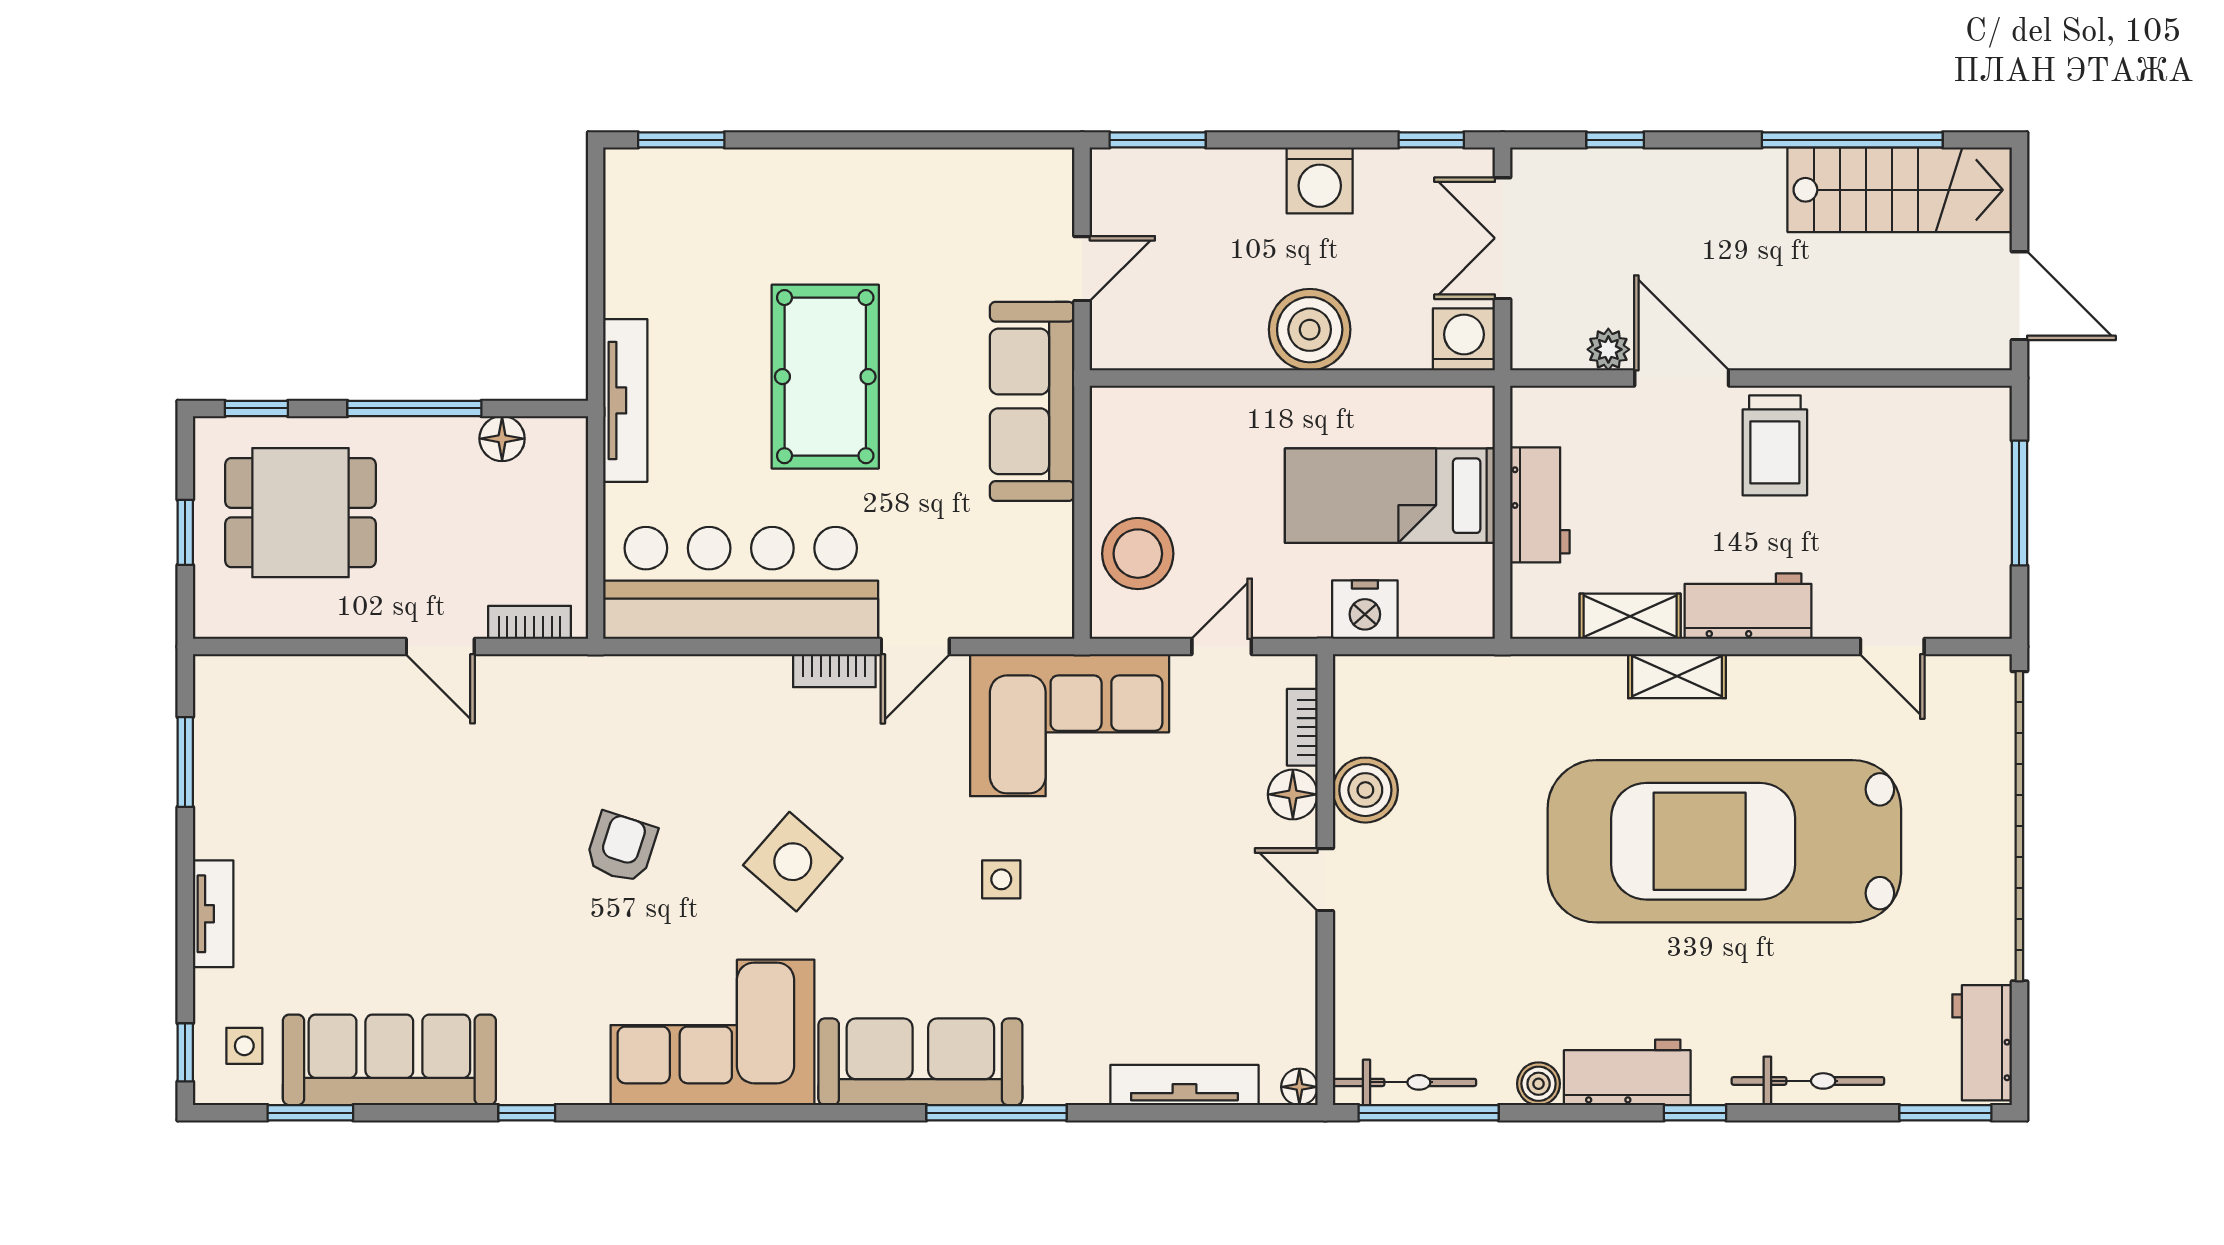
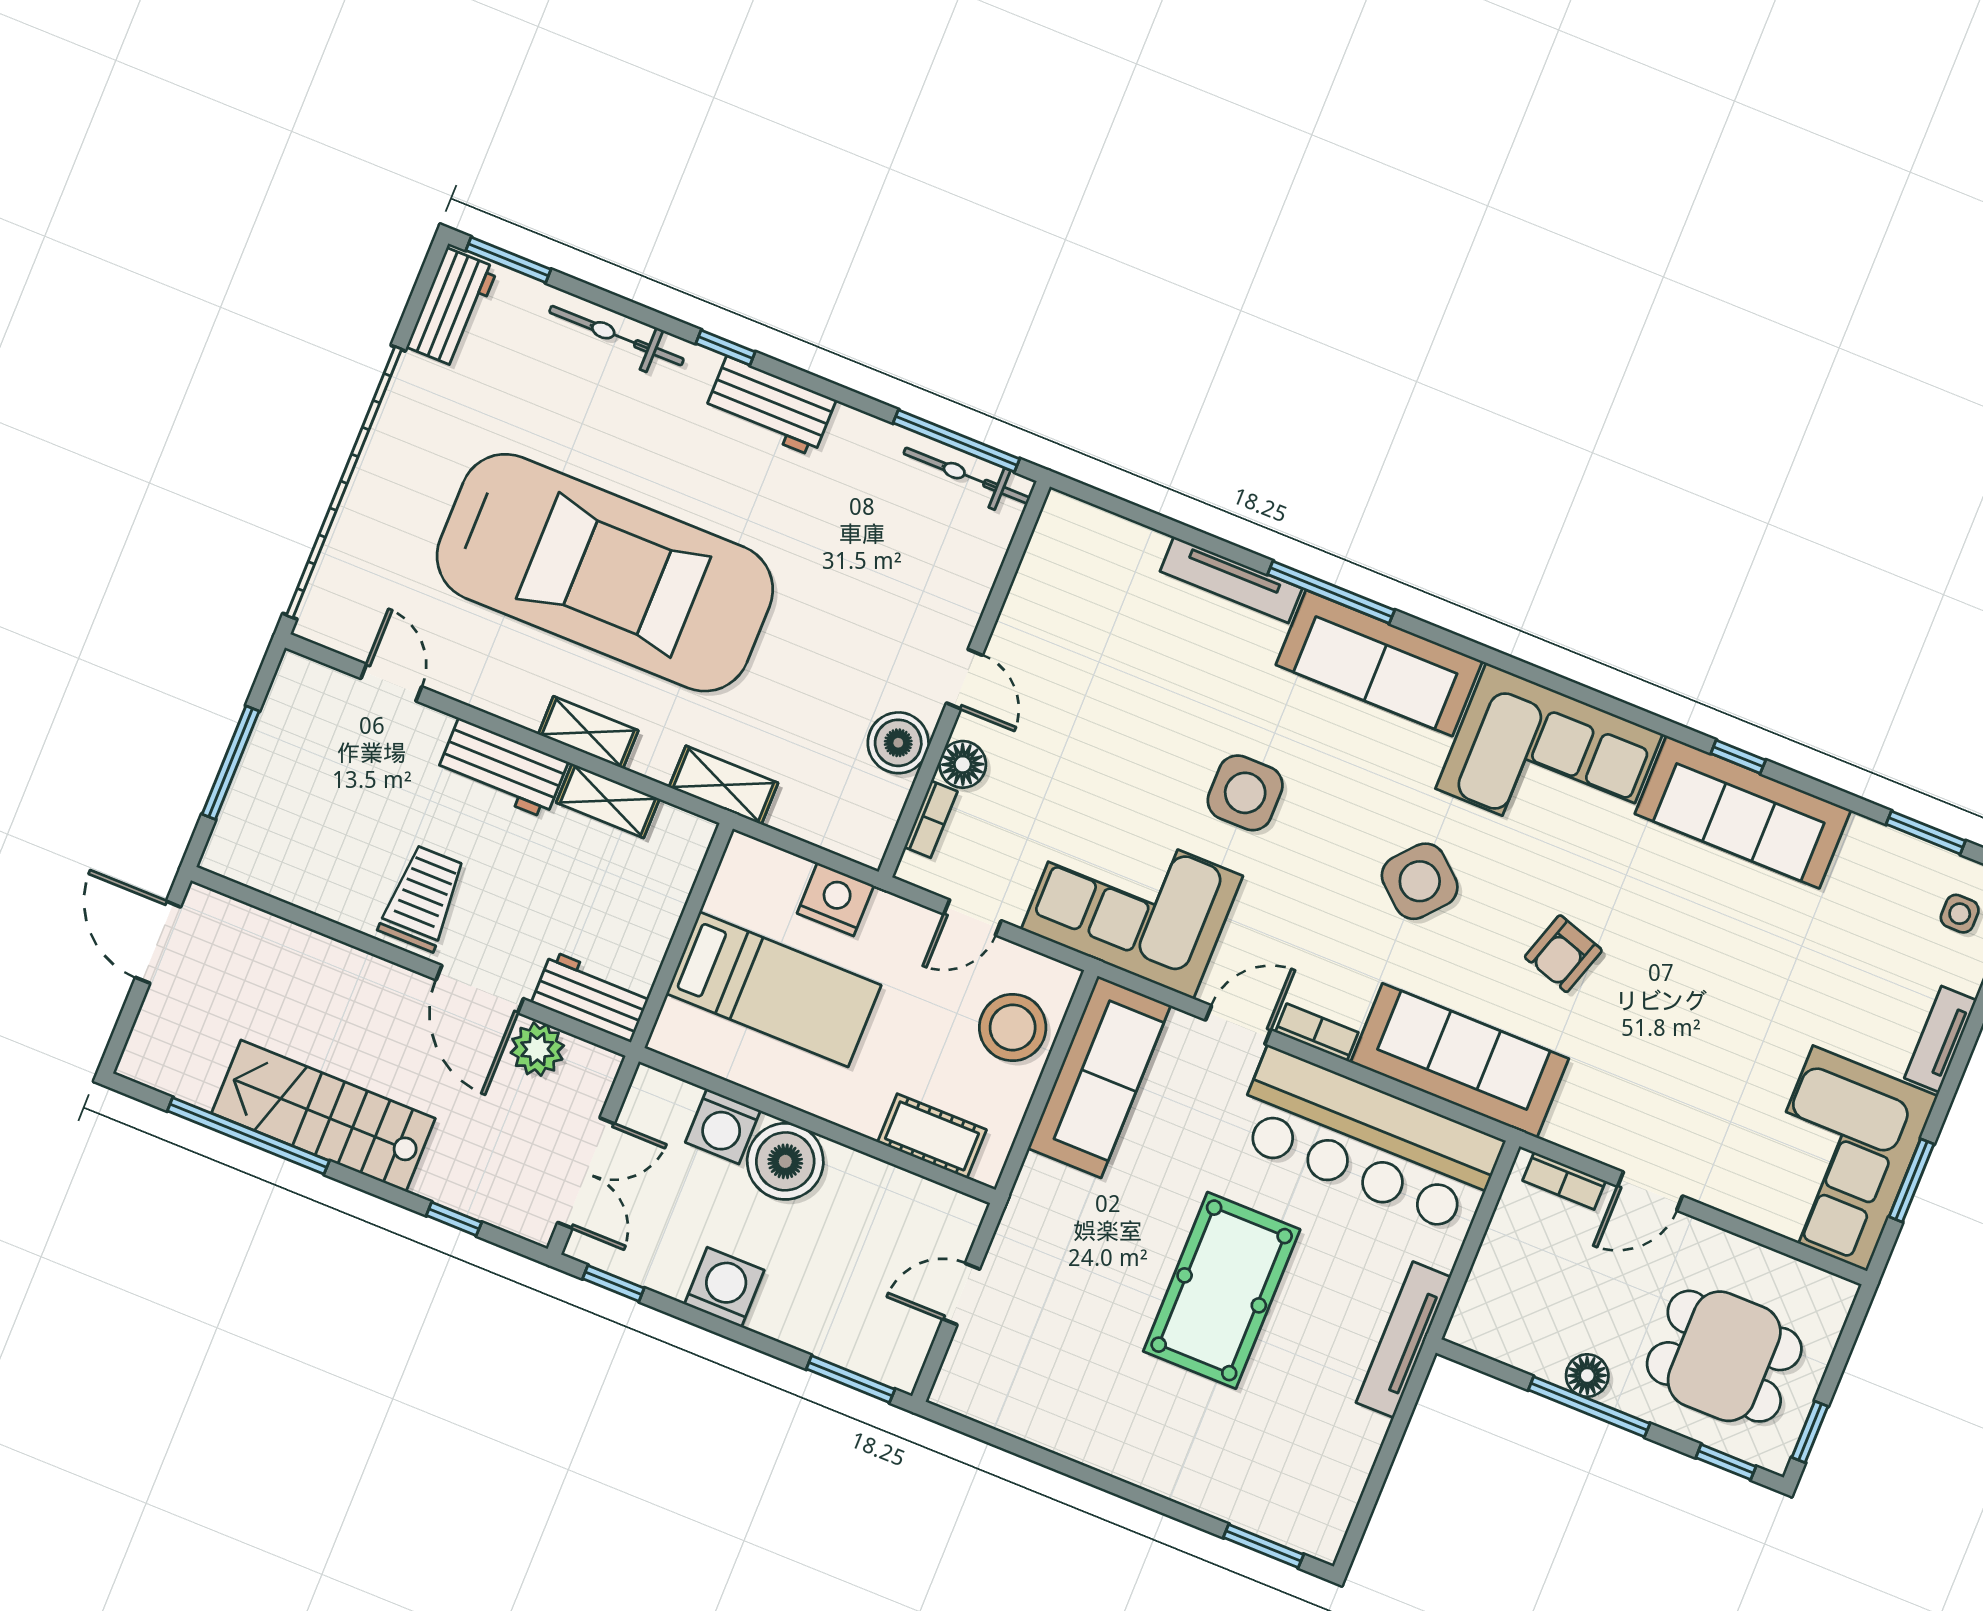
stairs: (1900, 190) -> (323, 1116), moved
washing machine: (1464, 339) -> (723, 1126), moved
plant: (1608, 349) -> (537, 1049), width x1.38, depth x1.38
sofa: (1032, 401) -> (1099, 1077), moved
cot: (1174, 414) -> (932, 1136), added
floor lamp: (502, 439) -> (1587, 1375), moved
workbench: (1540, 505) -> (592, 997), moved, turned 90
window: (185, 532) -> (1810, 1432), moved
door: (440, 647) -> (1650, 1191), swing flipped
shelving: (1522, 678) -> (724, 785), added
sofa: (681, 700) -> (1460, 1060), added
corner sofa: (265, 755) -> (1840, 1158), added
side table: (1001, 879) -> (1245, 793), width x1.87, depth x1.87
sofa: (389, 1060) -> (1743, 812), moved
boiler: (1539, 1084) -> (851, 427), removed
tv unit: (1184, 1085) -> (1231, 580), moved
floor lamp: (1299, 1087) -> (1059, 509), removed

